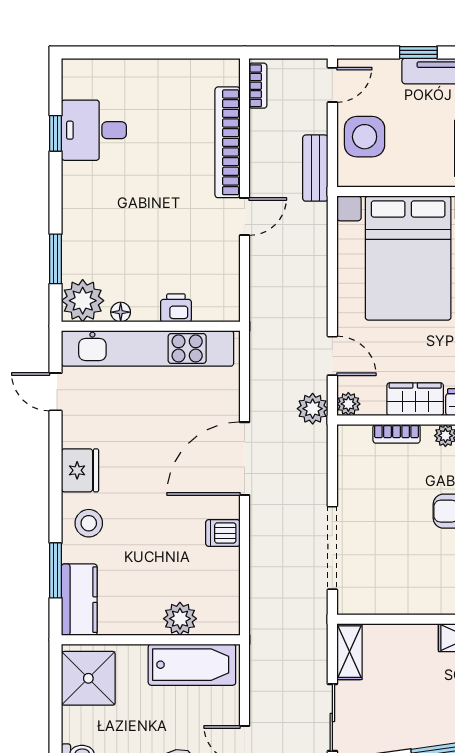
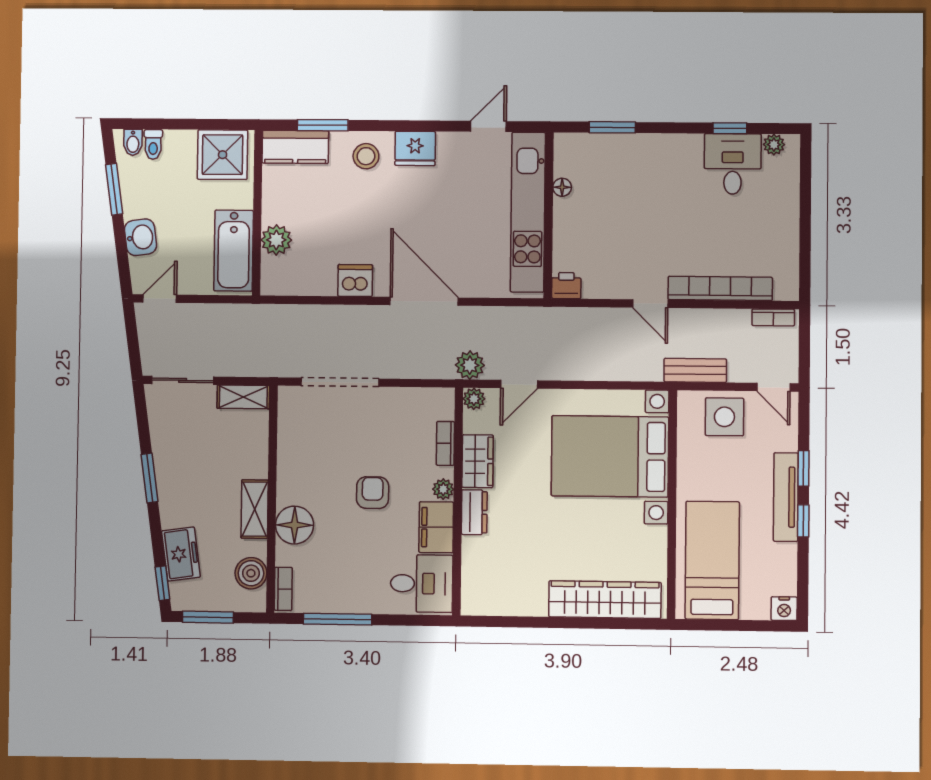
plant: (83, 301) -> (774, 145), moved, width x0.53, depth x0.53
printer: (176, 308) -> (566, 286), moved, turned -90
dishwasher: (223, 533) -> (355, 280), width x1.38

